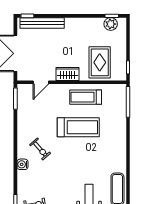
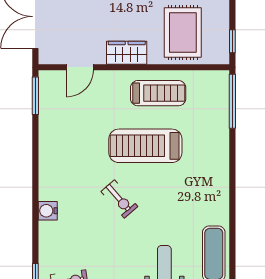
treadmill: (86, 97) -> (158, 93), turned 180
treadmill: (78, 127) -> (145, 146), turned 180
exercise bike: (40, 149) -> (119, 199), moved

